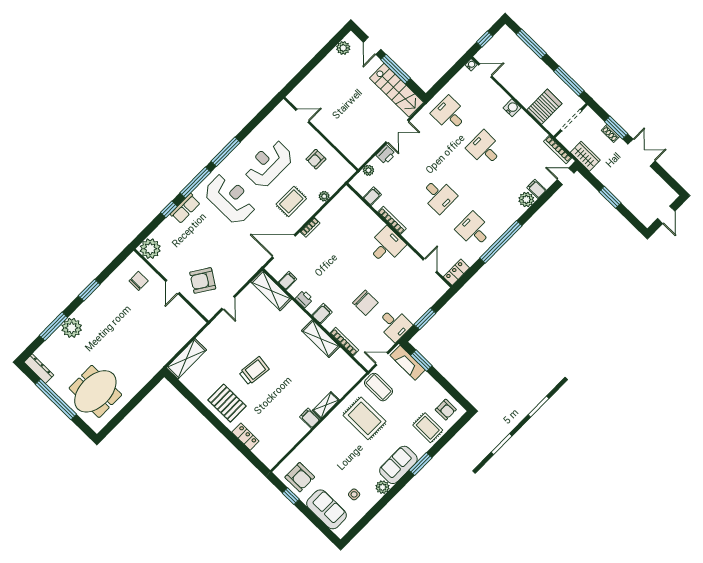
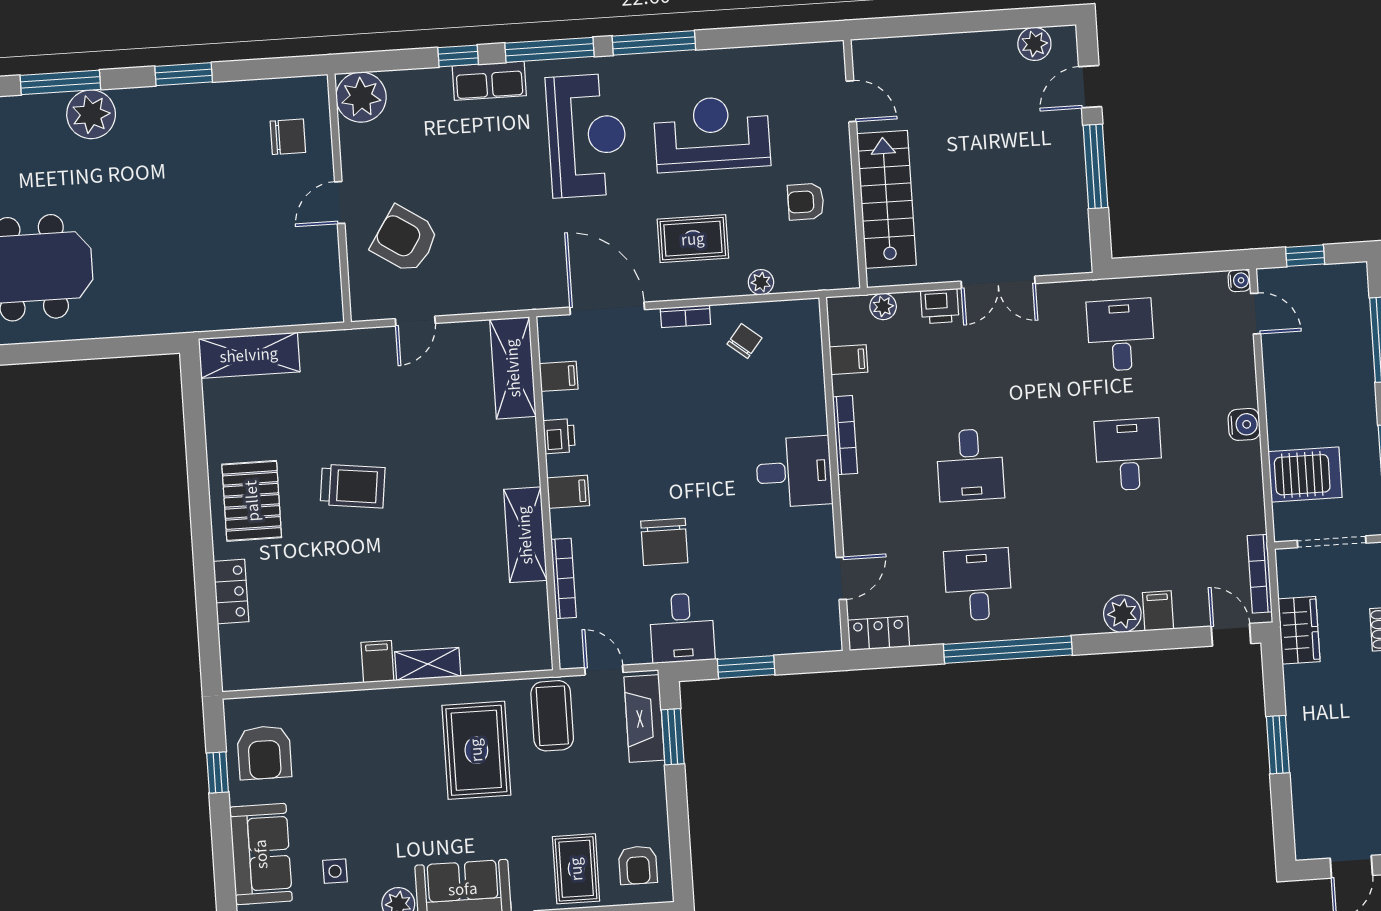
stairs: (397, 90) -> (886, 199), moved, turned 180
chair: (335, 219) -> (744, 341), added

